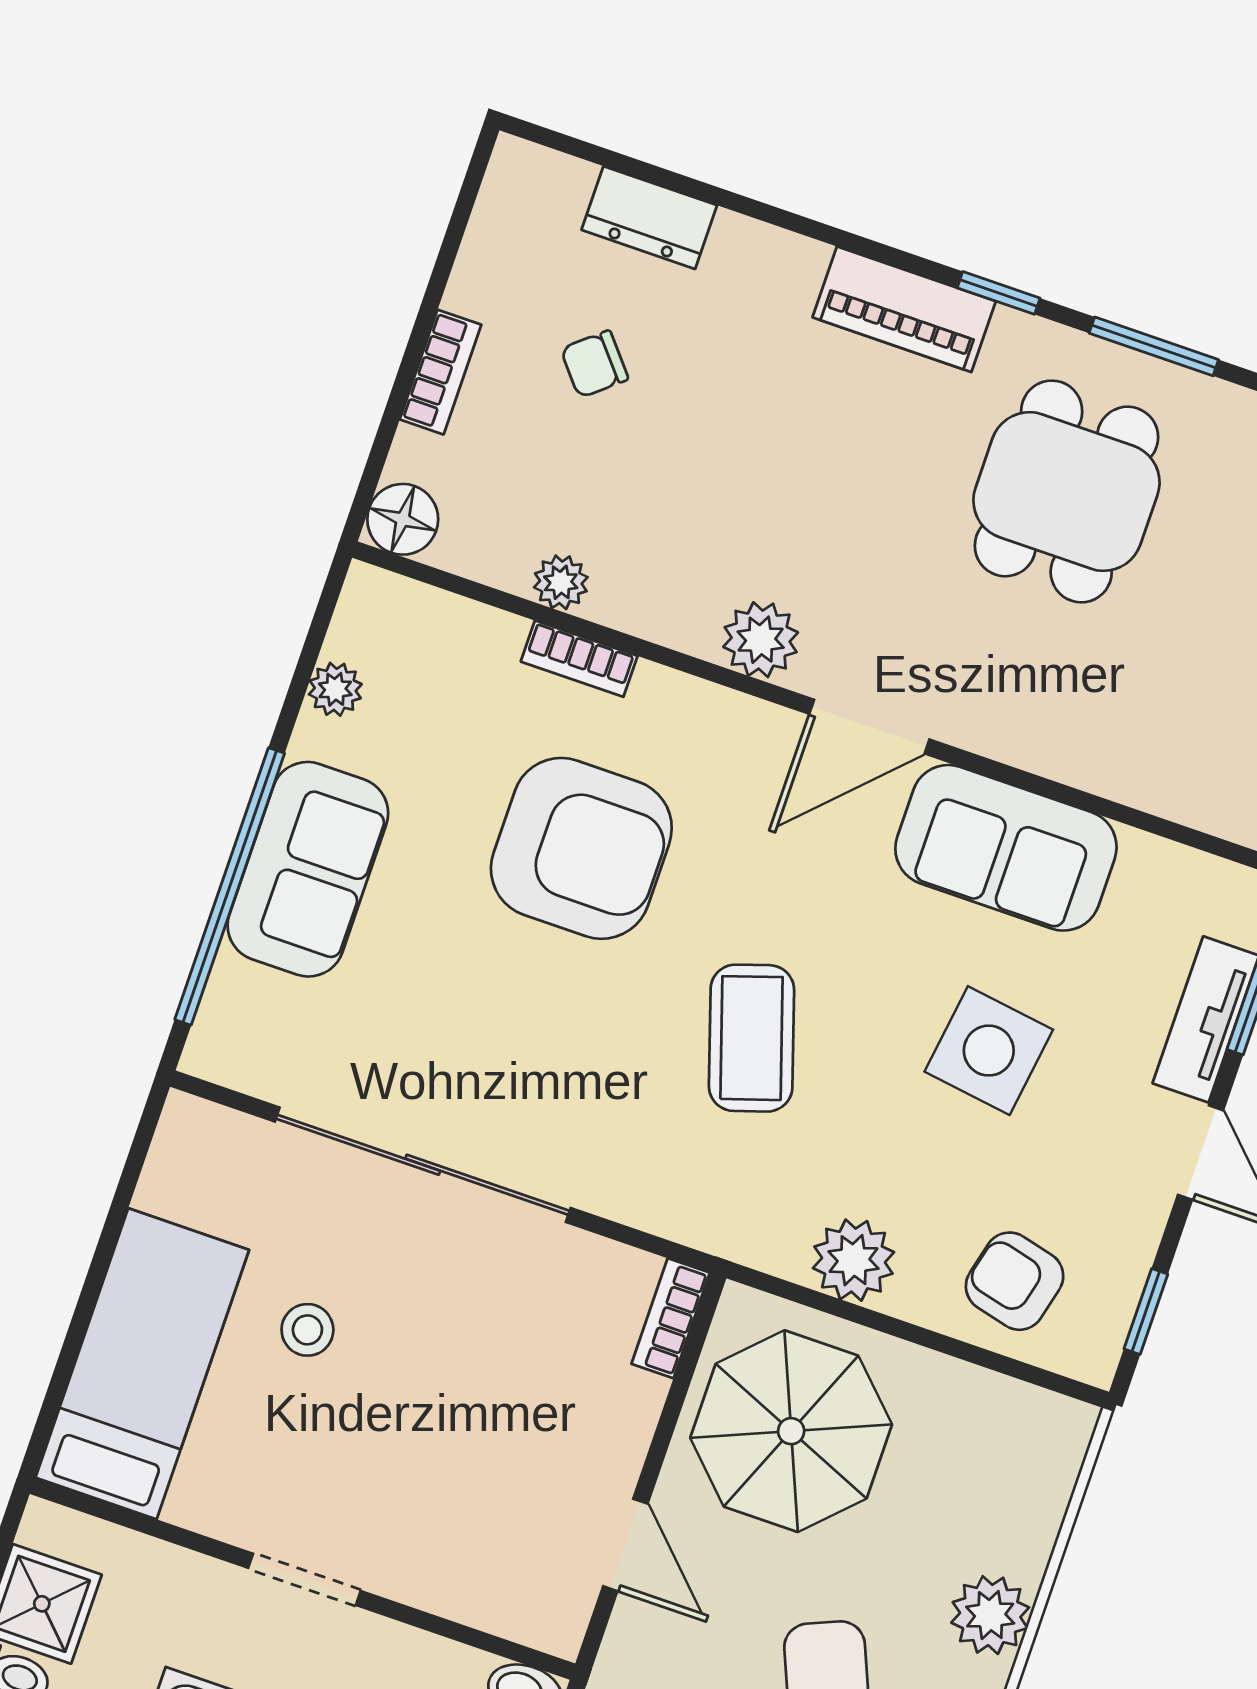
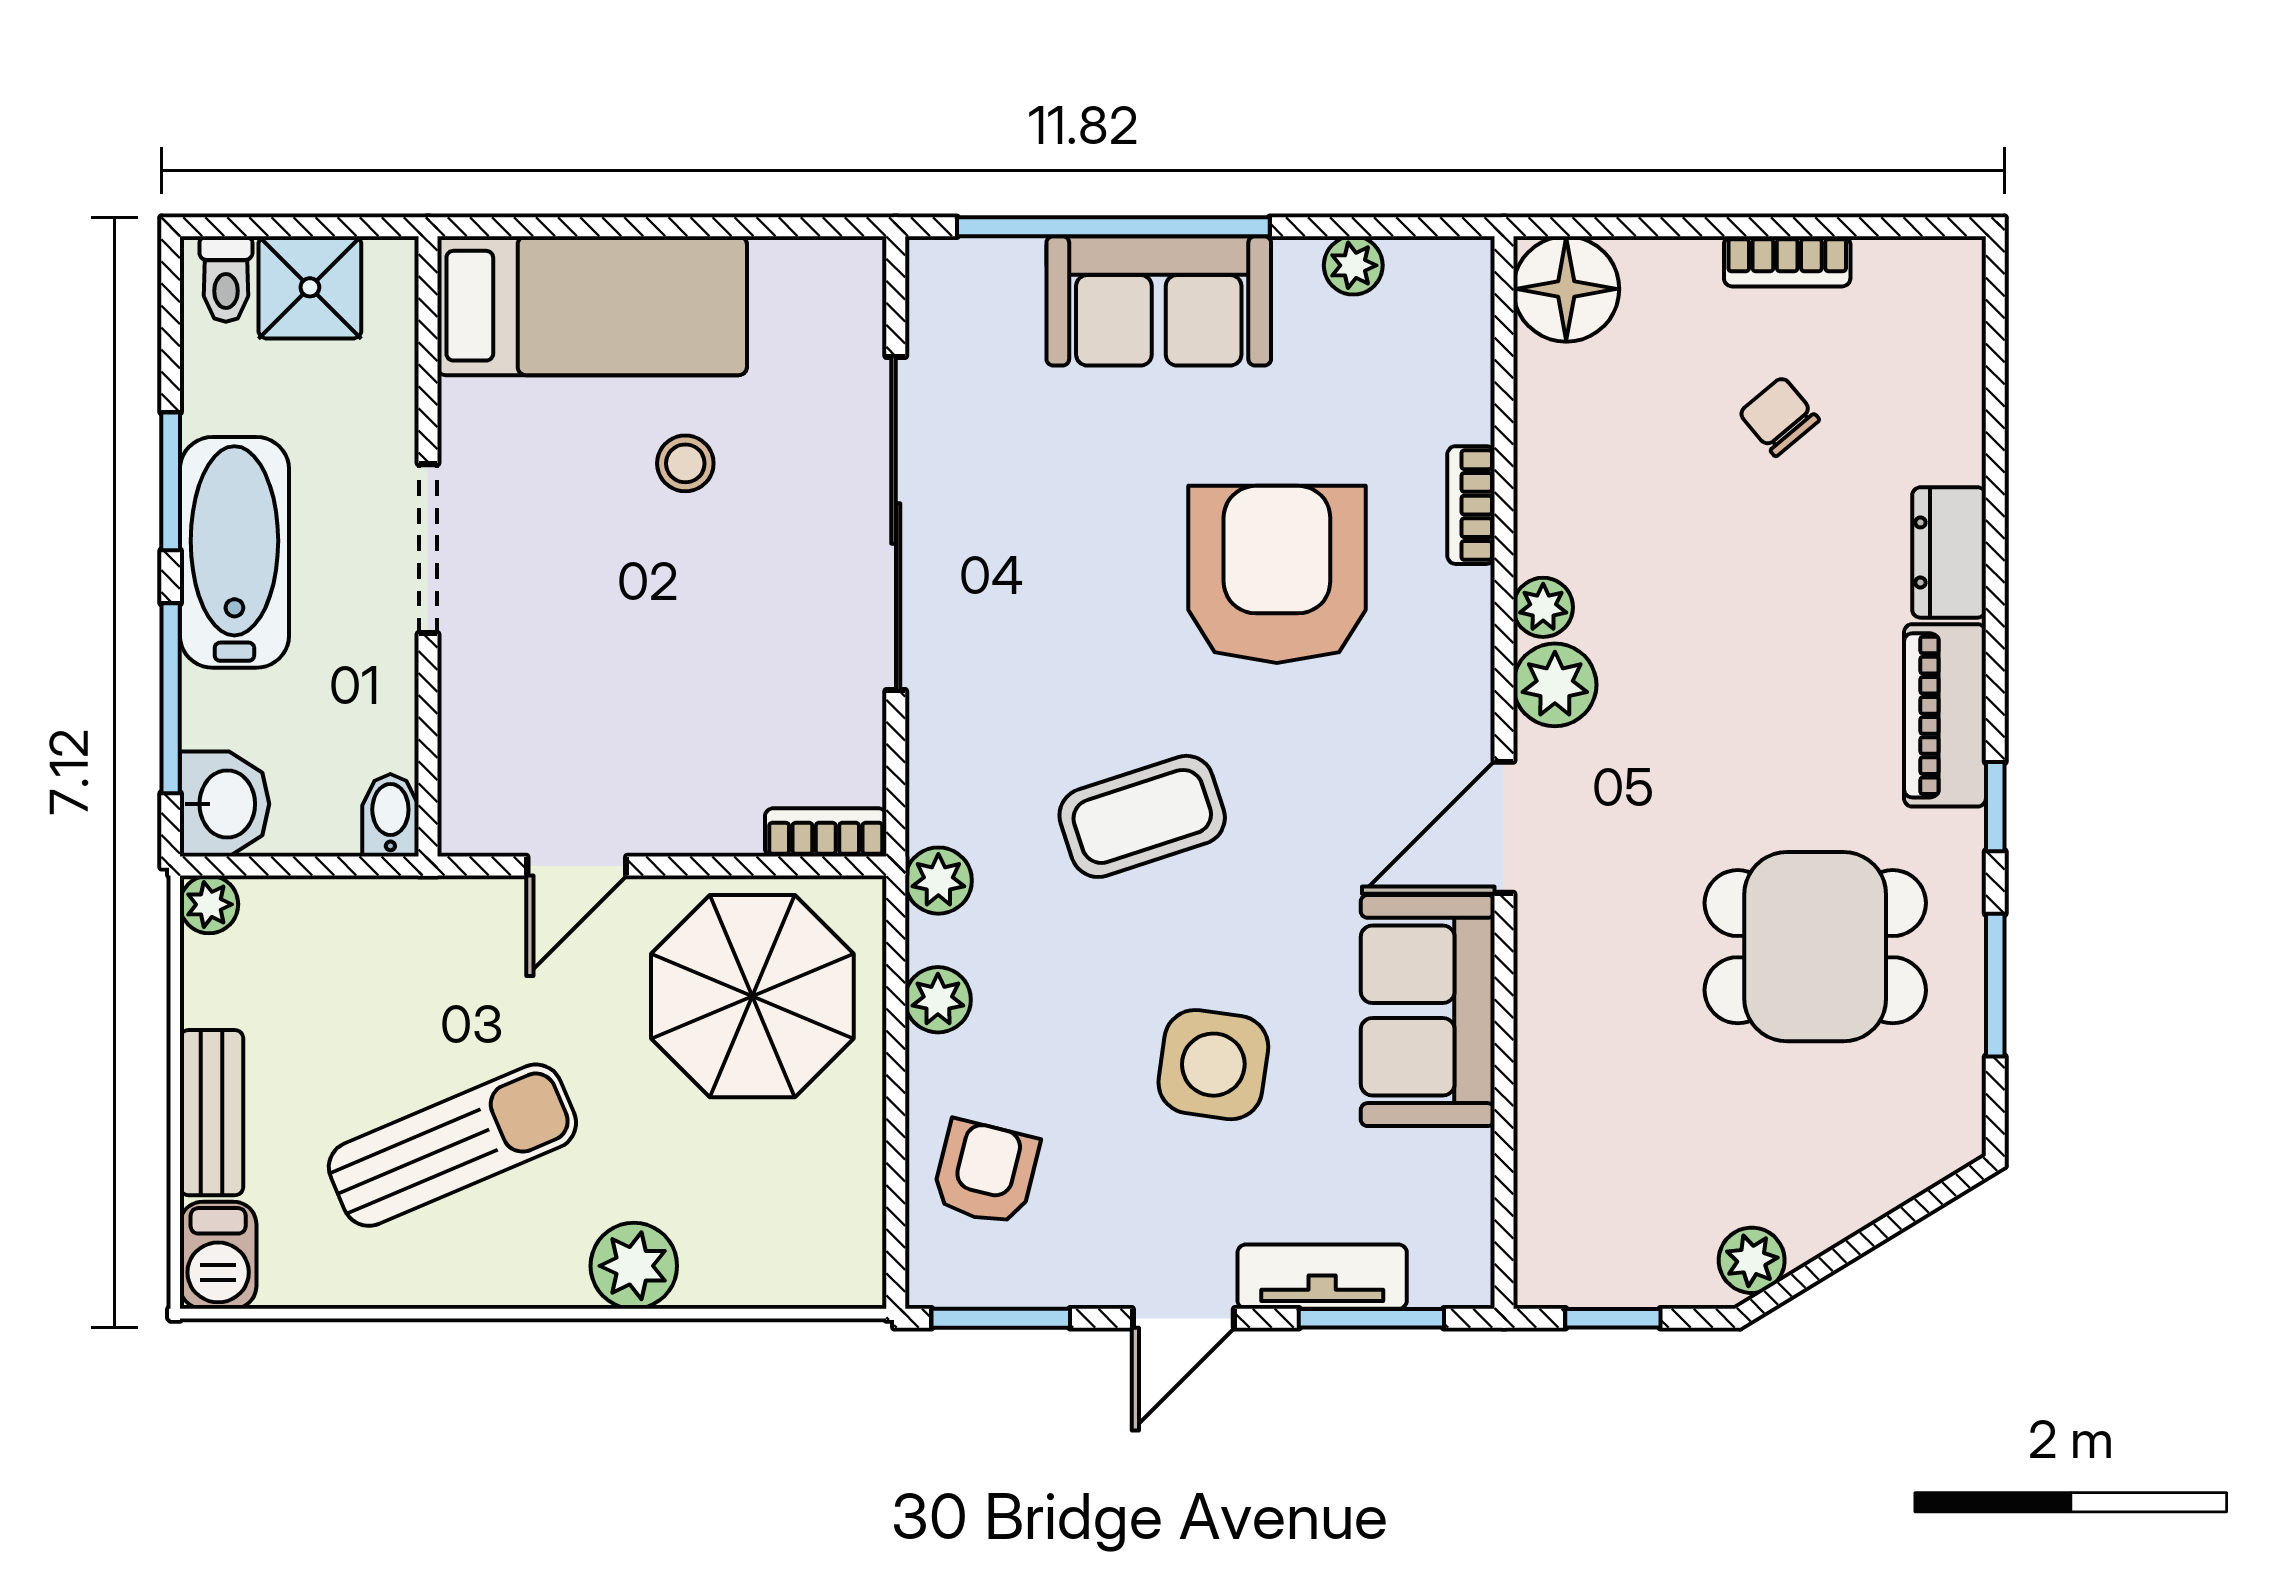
dresser: (649, 218) -> (1949, 552), moved
bookcase: (441, 372) -> (1787, 261), moved
floor lamp: (403, 519) -> (1566, 289), width x1.38, depth x1.38
plant: (561, 582) -> (1543, 607), moved
door: (869, 727) -> (1504, 827), hinge flipped
armchair: (581, 848) -> (1277, 574), turned 180
plant: (746, 1235) -> (938, 881), added
plant: (854, 1260) -> (938, 1000), width x0.73, depth x0.73
window: (1146, 1311) -> (1001, 1318), width x1.50
doorway: (304, 1579) -> (428, 549), width x1.38

